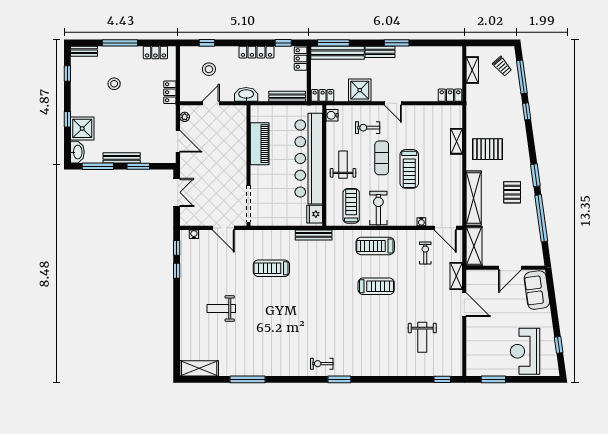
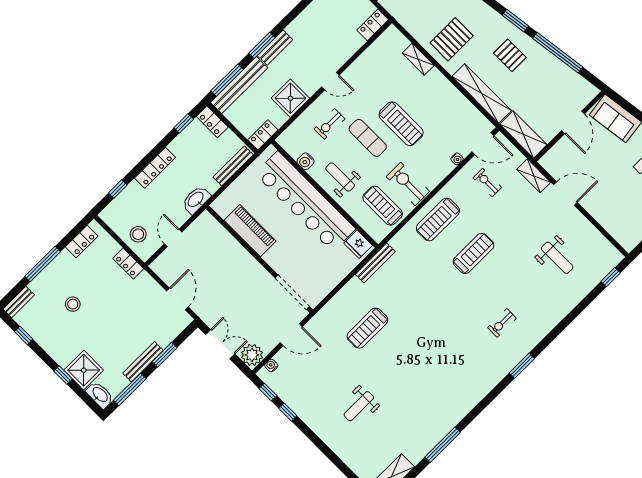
window: (397, 43) -> (262, 45), moved
locker: (256, 52) -> (155, 168), moved
stool: (209, 69) -> (138, 234), moved
water cooler: (332, 115) -> (306, 161), moved
plant: (185, 117) -> (252, 355), moved, width x1.87, depth x1.87
door: (178, 141) -> (177, 299), hinge flipped
exercise bike: (322, 364) -> (502, 323), moved

